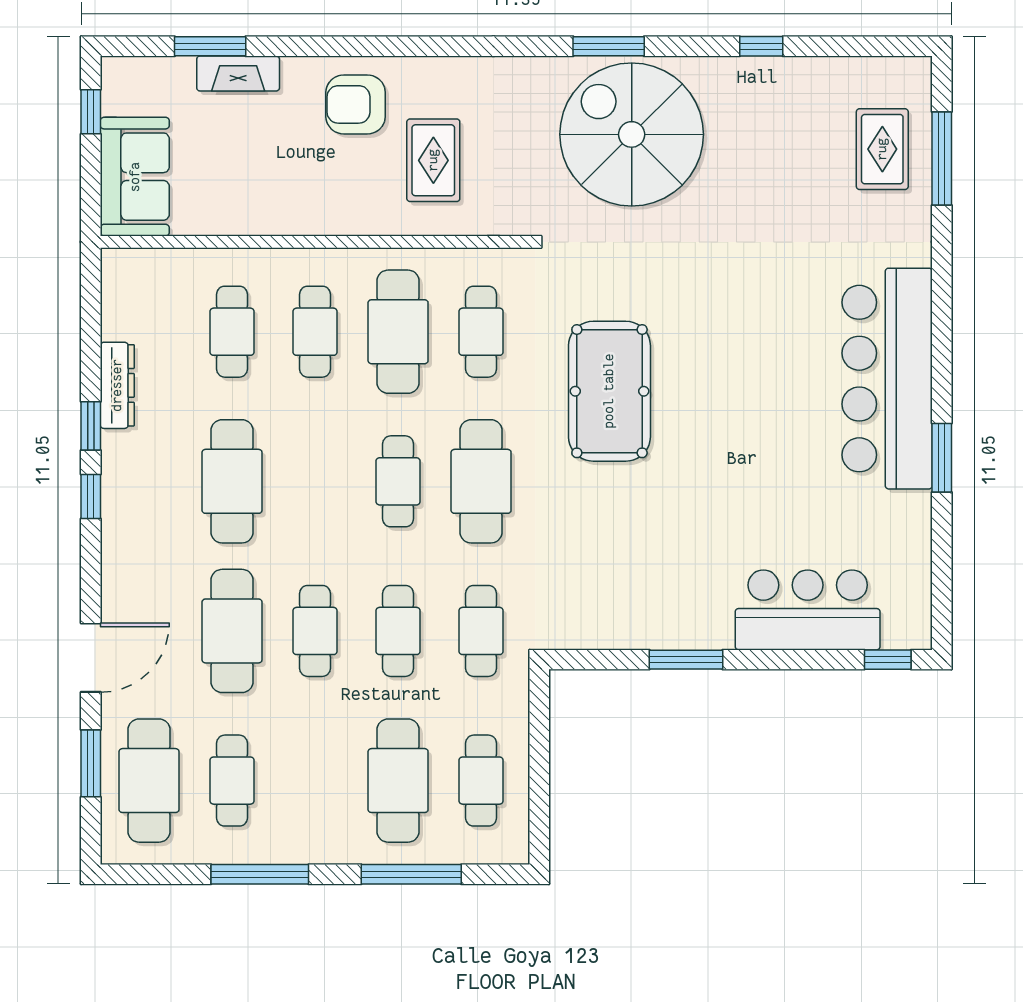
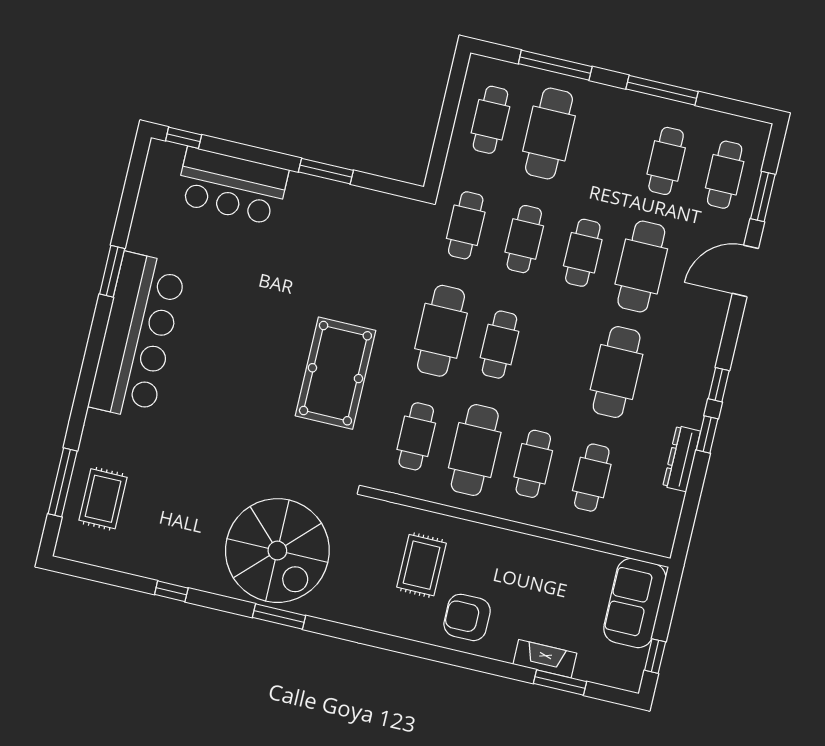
armchair: (356, 104) -> (467, 617), turned 180
cafe table: (149, 781) -> (725, 175), width x0.73, depth x0.74

